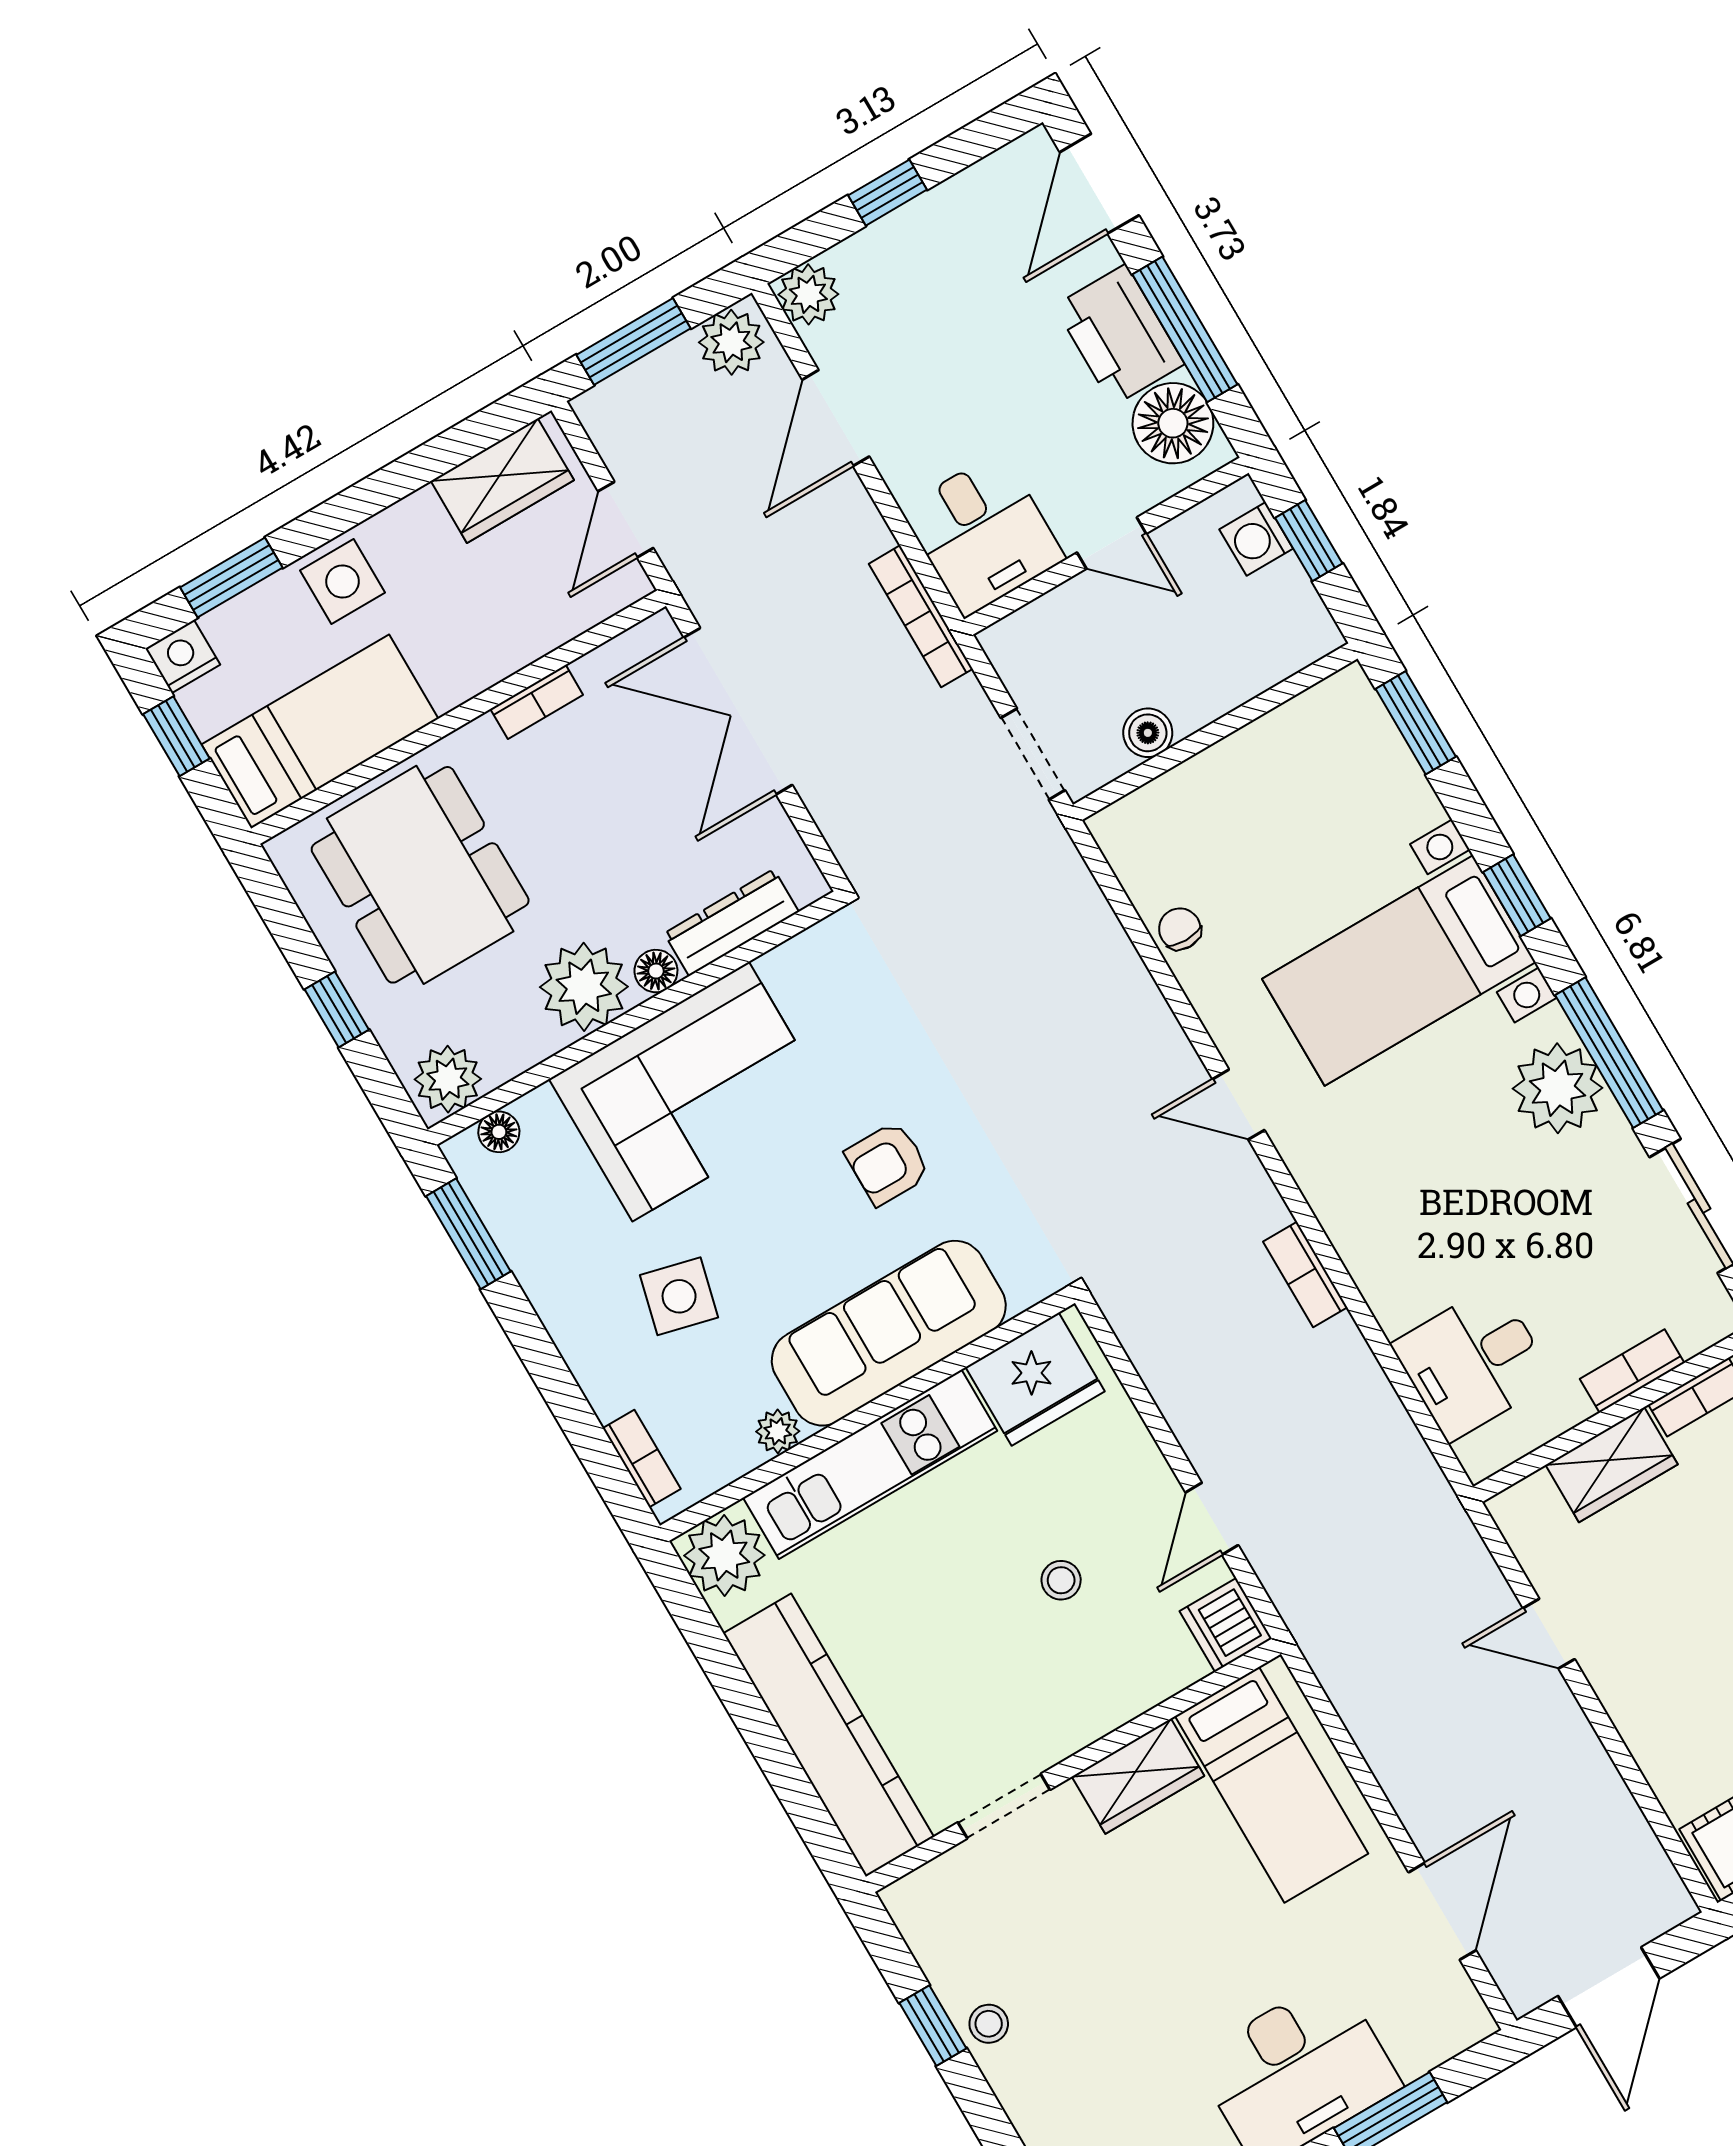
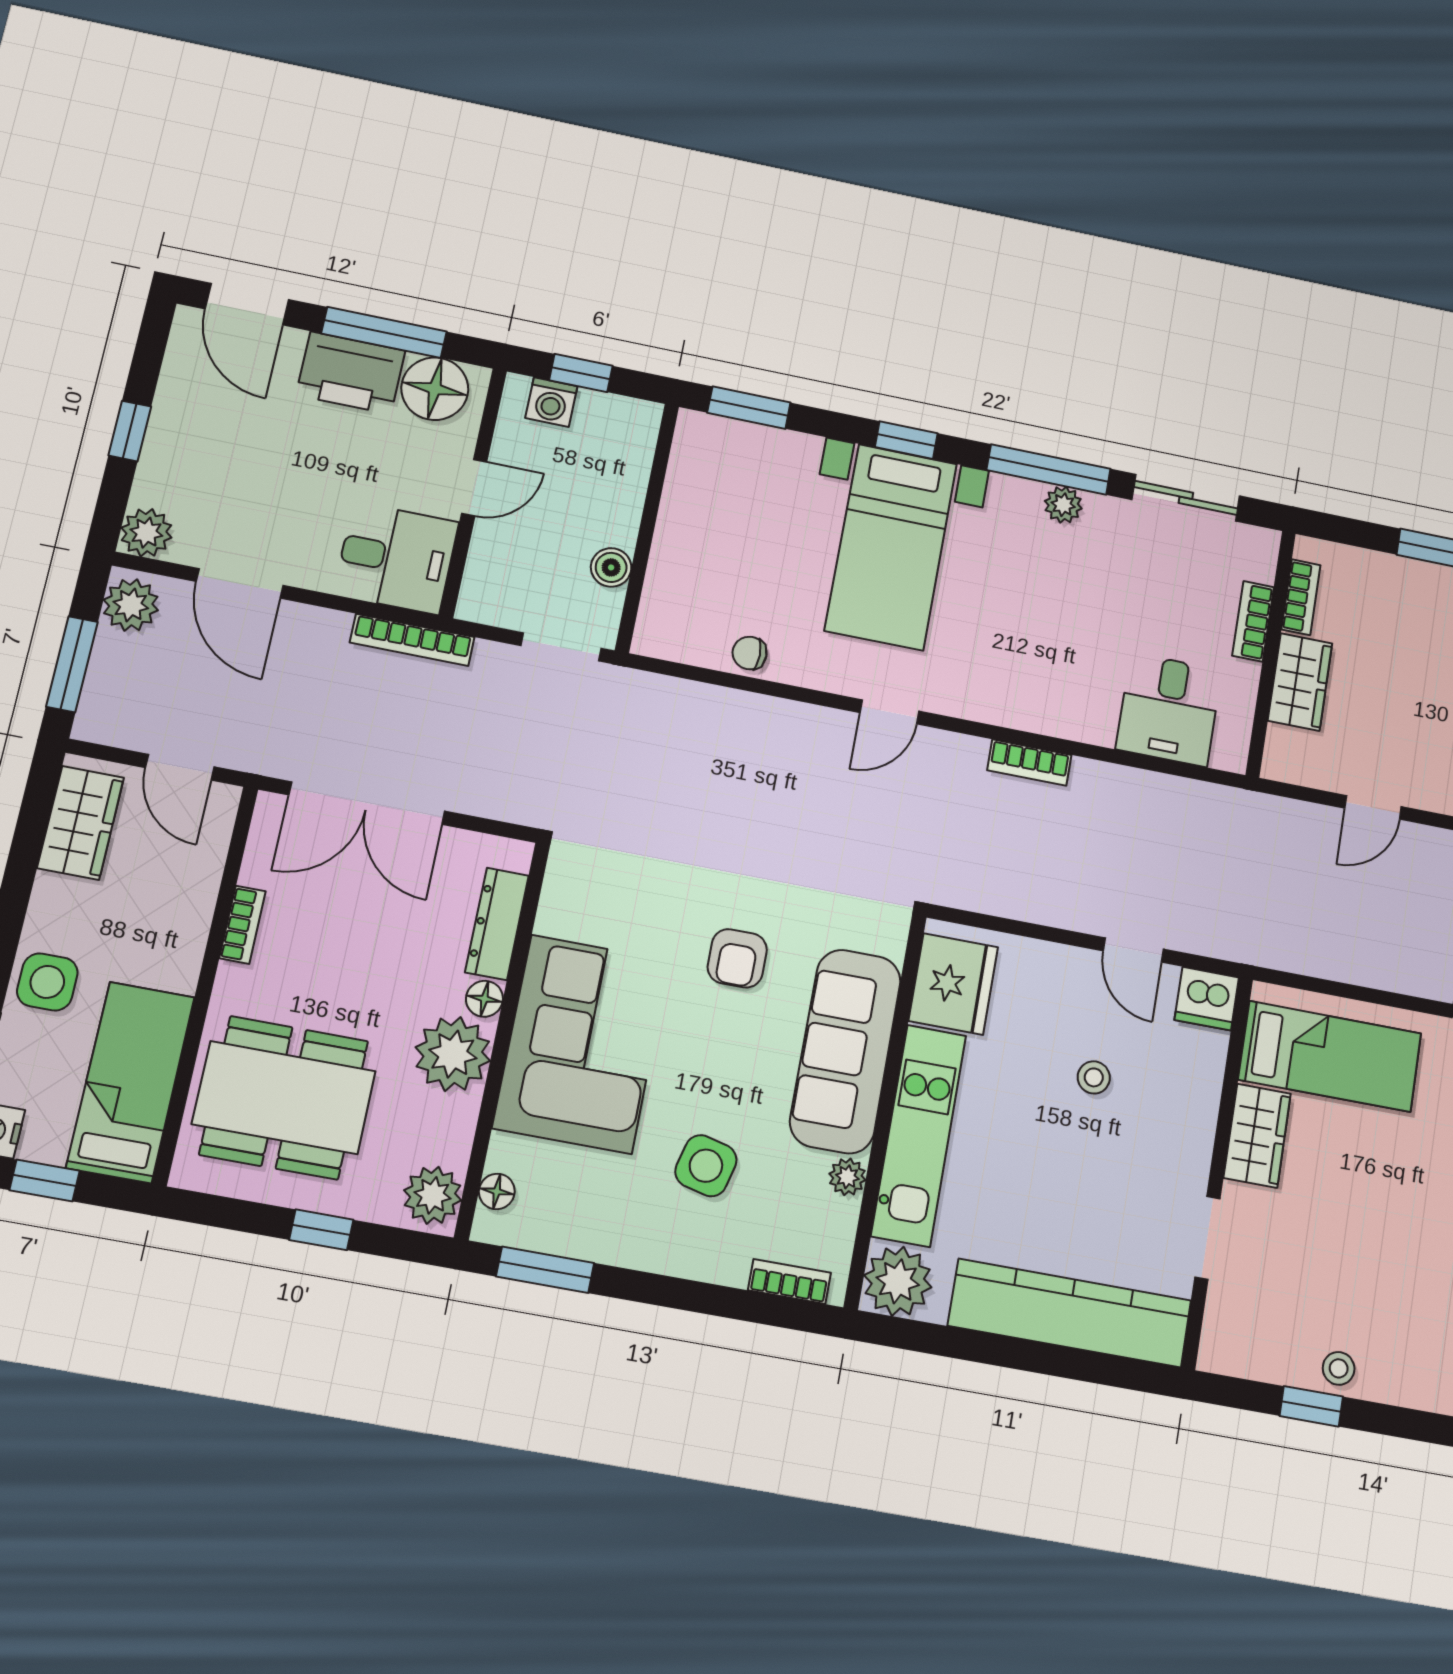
plant: (1558, 1088) -> (1063, 505), width x0.53, depth x0.53

